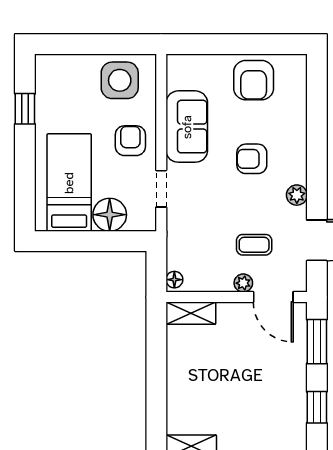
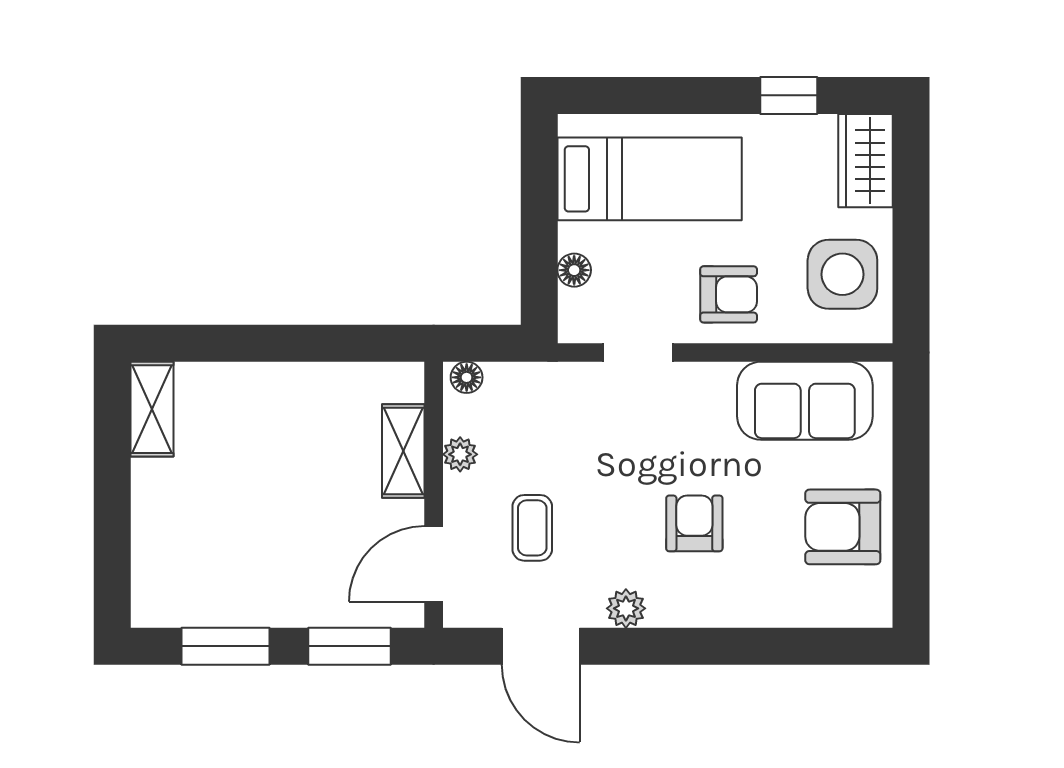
wardrobe: (59, 68) -> (865, 161), added
sofa: (187, 127) -> (805, 401), moved
floor lamp: (110, 215) -> (574, 270), width x0.53, depth x0.53
plant: (243, 283) -> (460, 454), moved
shelving: (191, 313) -> (403, 451), moved
window: (317, 407) -> (225, 646), width x1.50

